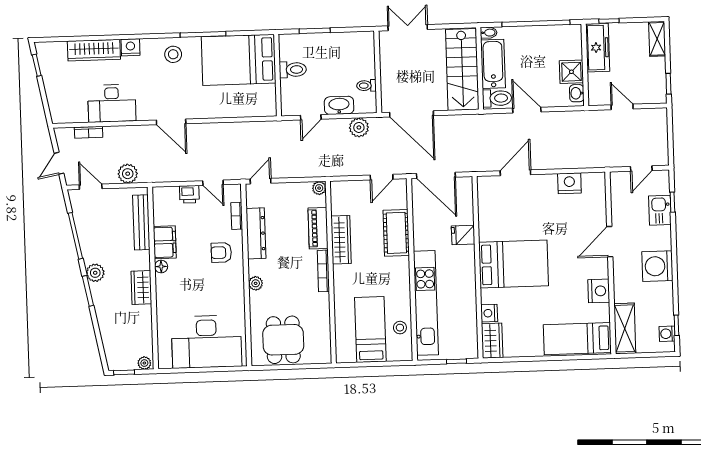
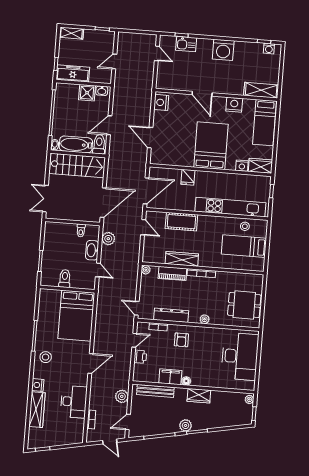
bed: (239, 60) -> (76, 316), moved
door: (610, 242) -> (202, 94), moved
wall: (610, 263) -> (216, 95), moved
nightstand: (599, 291) -> (234, 105), moved
shelving: (625, 328) -> (261, 90), moved
bed: (577, 339) -> (264, 123), moved

